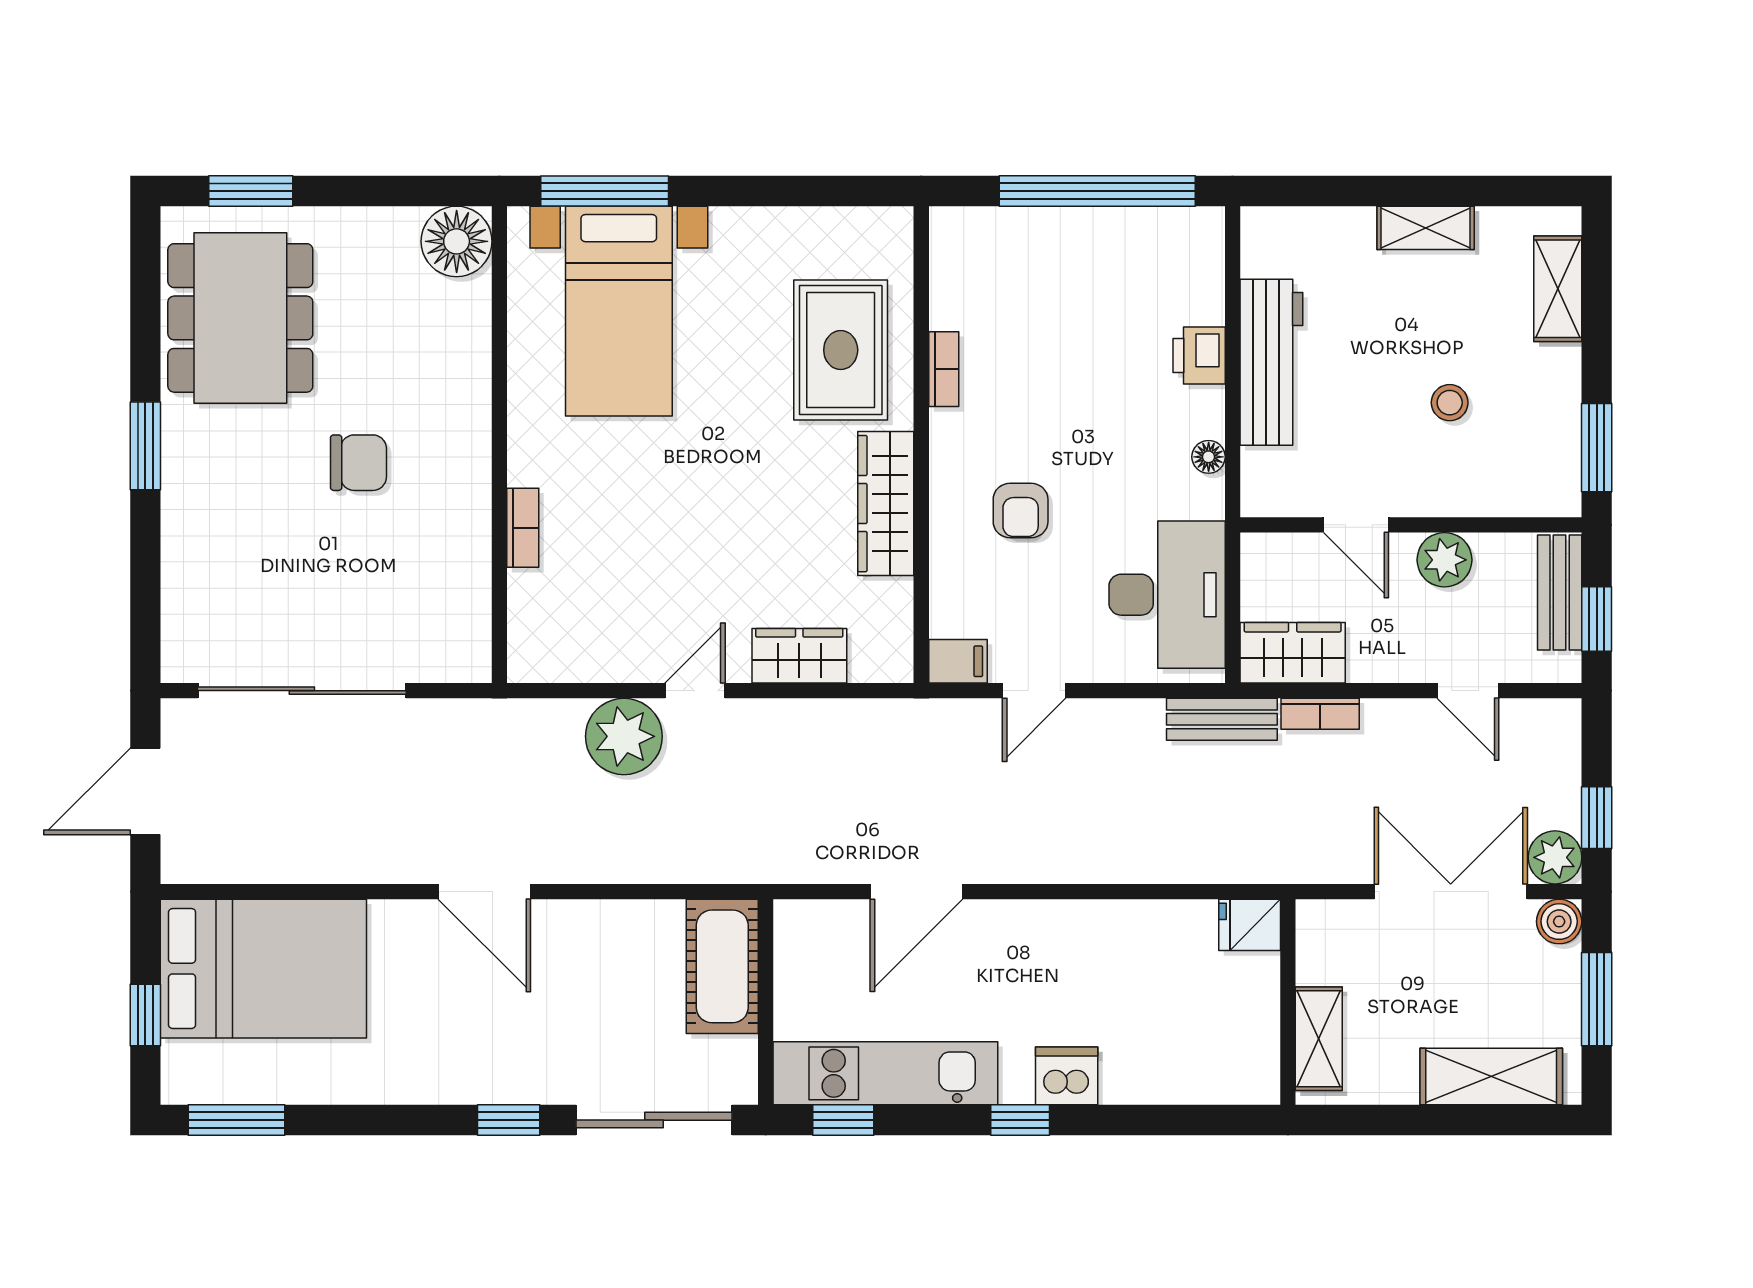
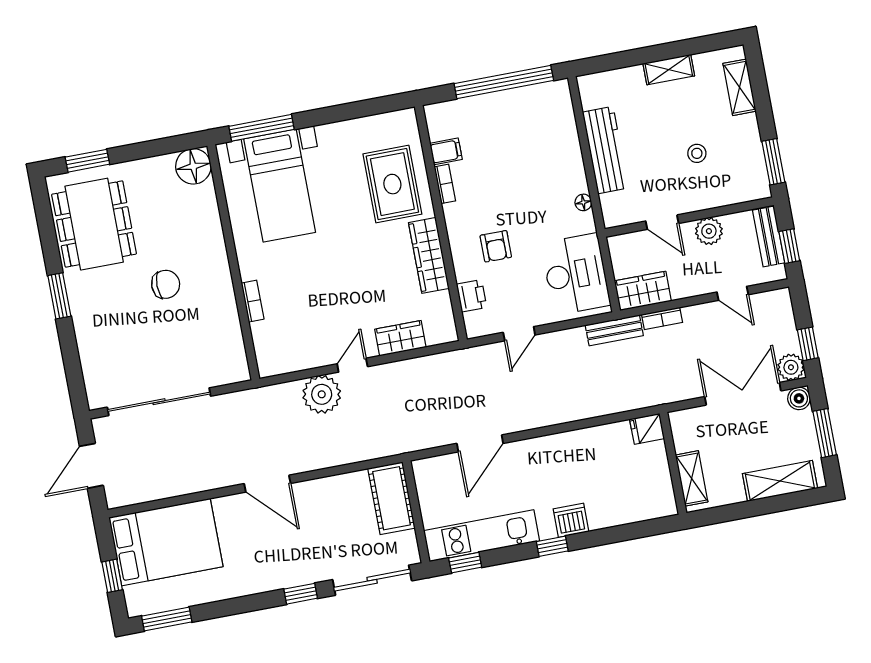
printer: (1199, 355) -> (472, 296), moved, turned 180
filing cabinet: (958, 661) -> (446, 151), moved

